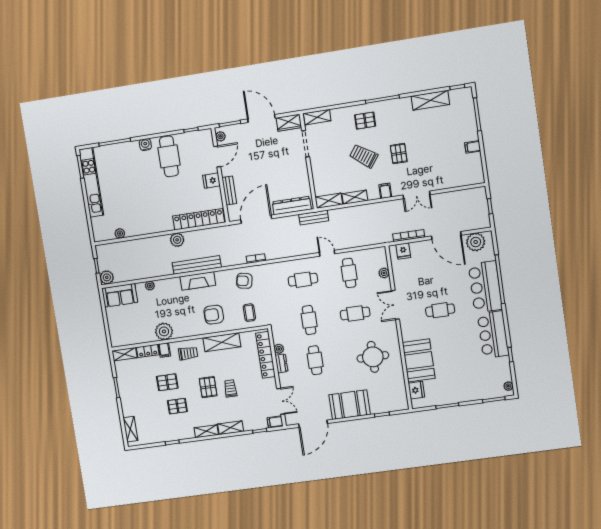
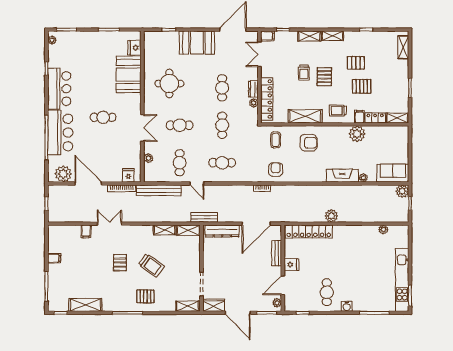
cafe table: (169, 156) -> (327, 292), width x0.73, depth x0.74
filing cabinet: (385, 191) -> (86, 231), moved
bench: (197, 265) -> (159, 190), moved
fireplace: (198, 281) -> (342, 176), moved
armchair: (244, 281) -> (276, 169), turned -101

